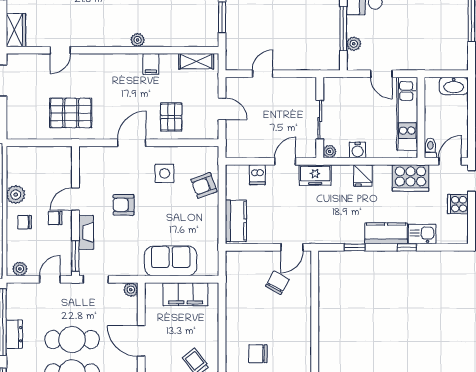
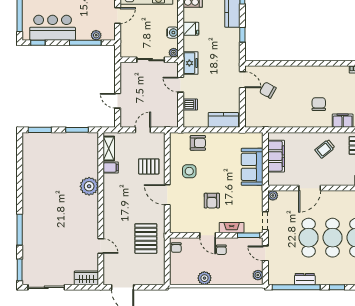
plant: (138, 40) -> (89, 186), width x1.88, depth x1.88
filing cabinet: (151, 64) -> (111, 168), moved
armchair: (204, 185) -> (198, 143), turned -70
chair: (25, 222) -> (176, 248), moved
chair: (258, 354) -> (319, 104), turned 180

